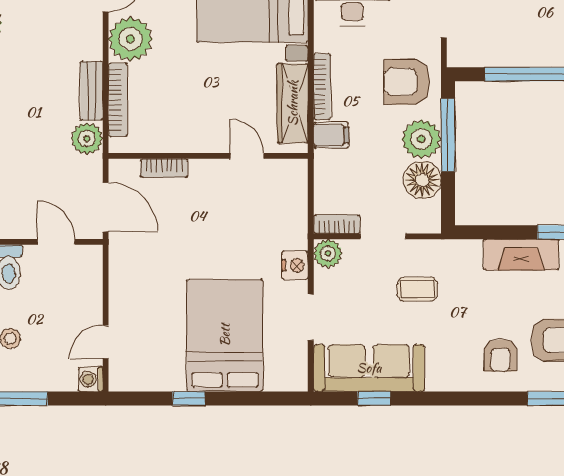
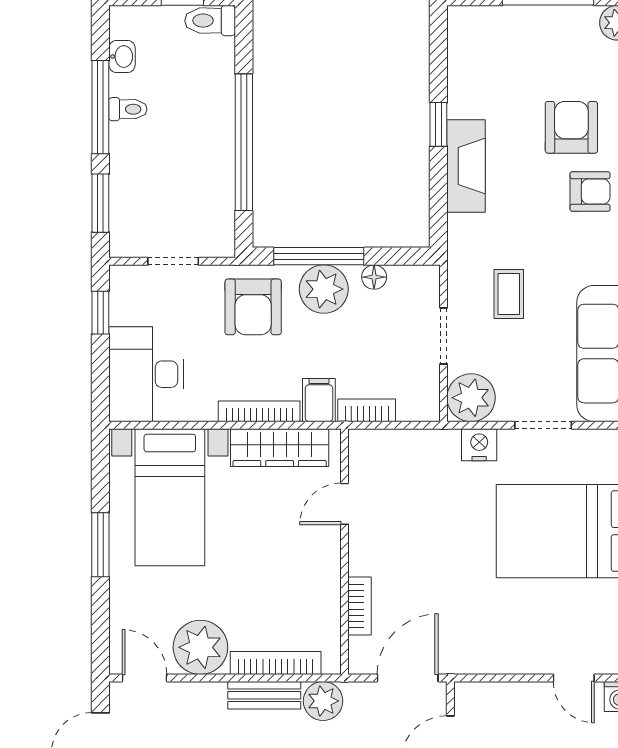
floor lamp: (422, 180) -> (374, 277), width x0.53, depth x0.53
bookcase: (337, 224) -> (367, 410), moved, turned 90
plant: (328, 253) -> (471, 398), width x1.36, depth x1.36

